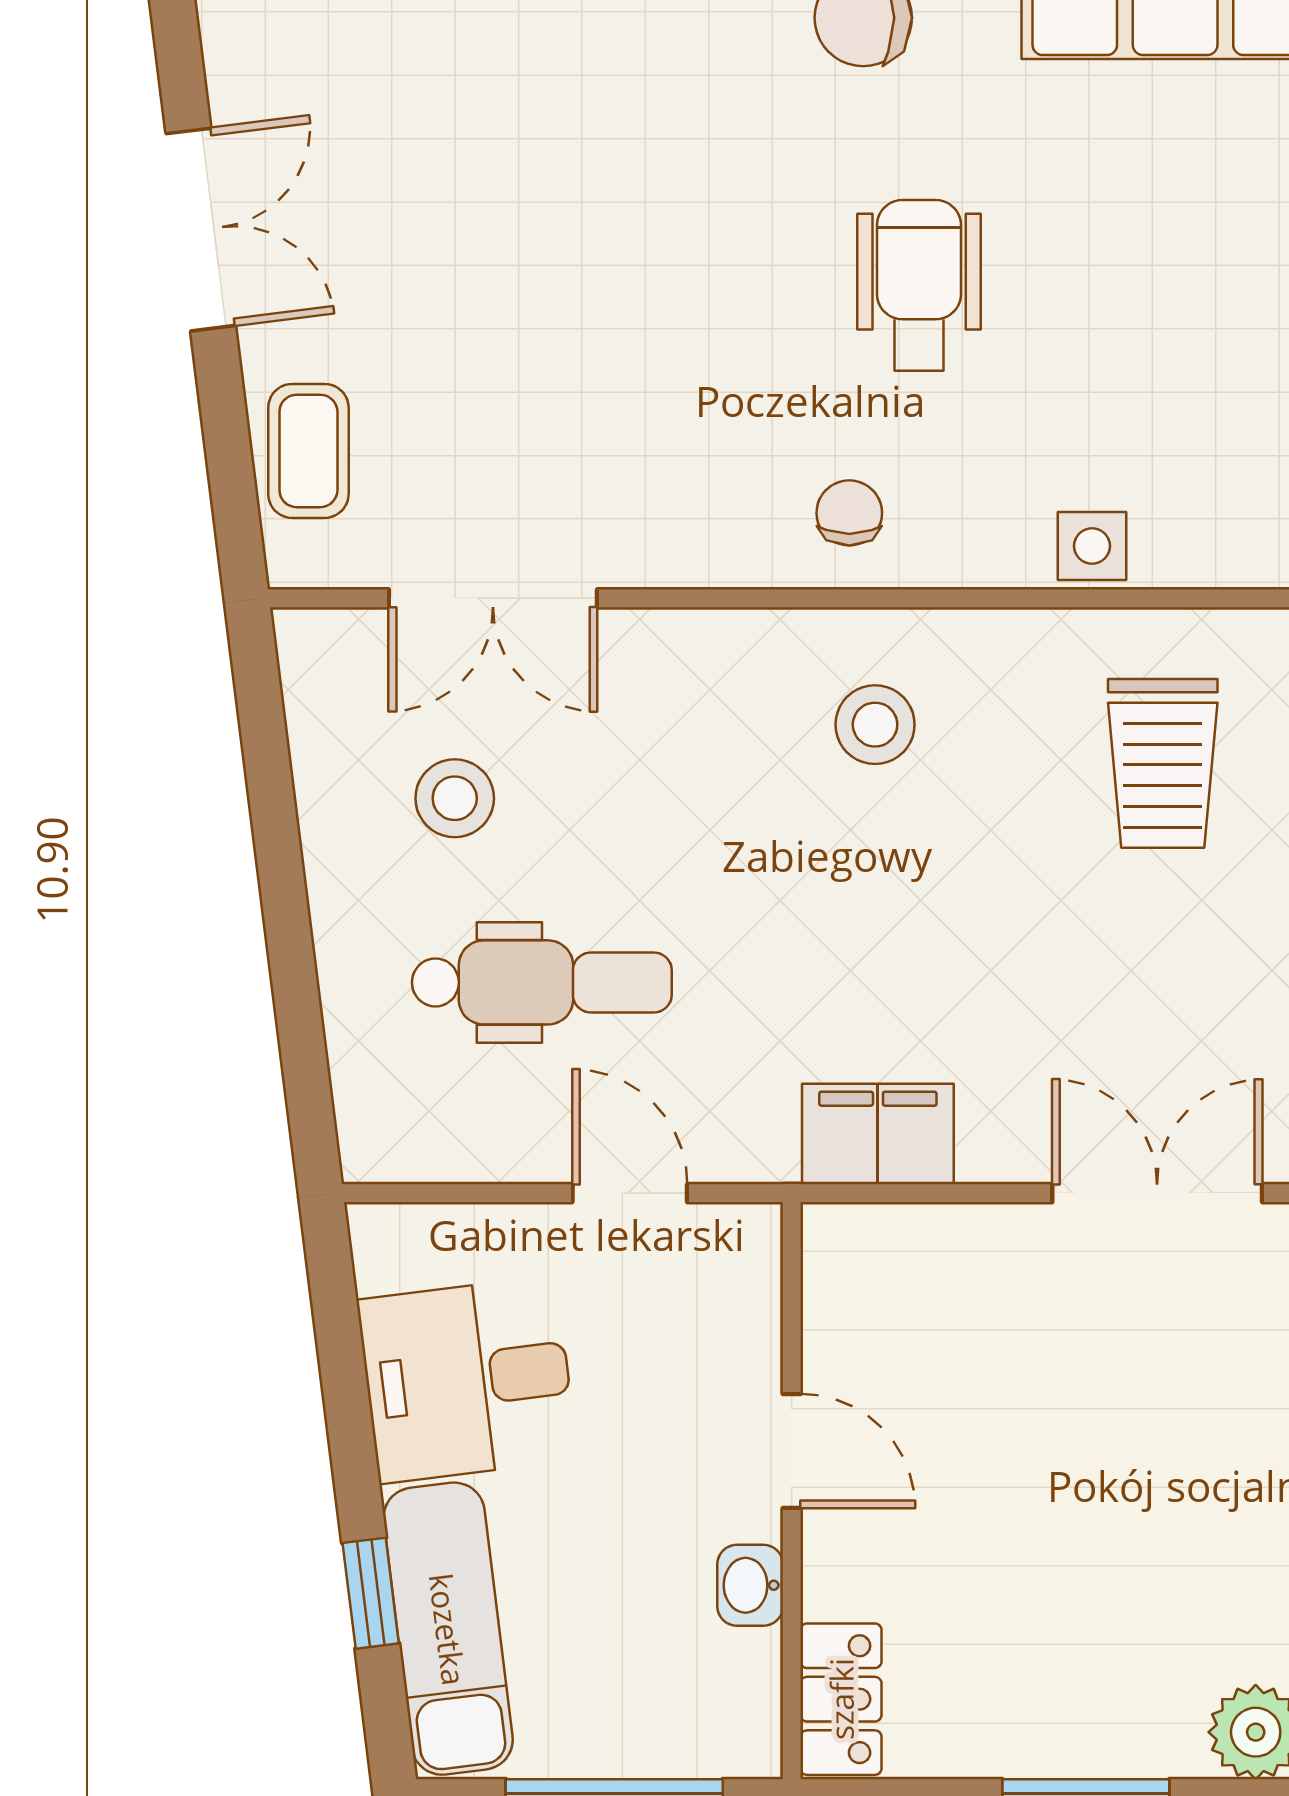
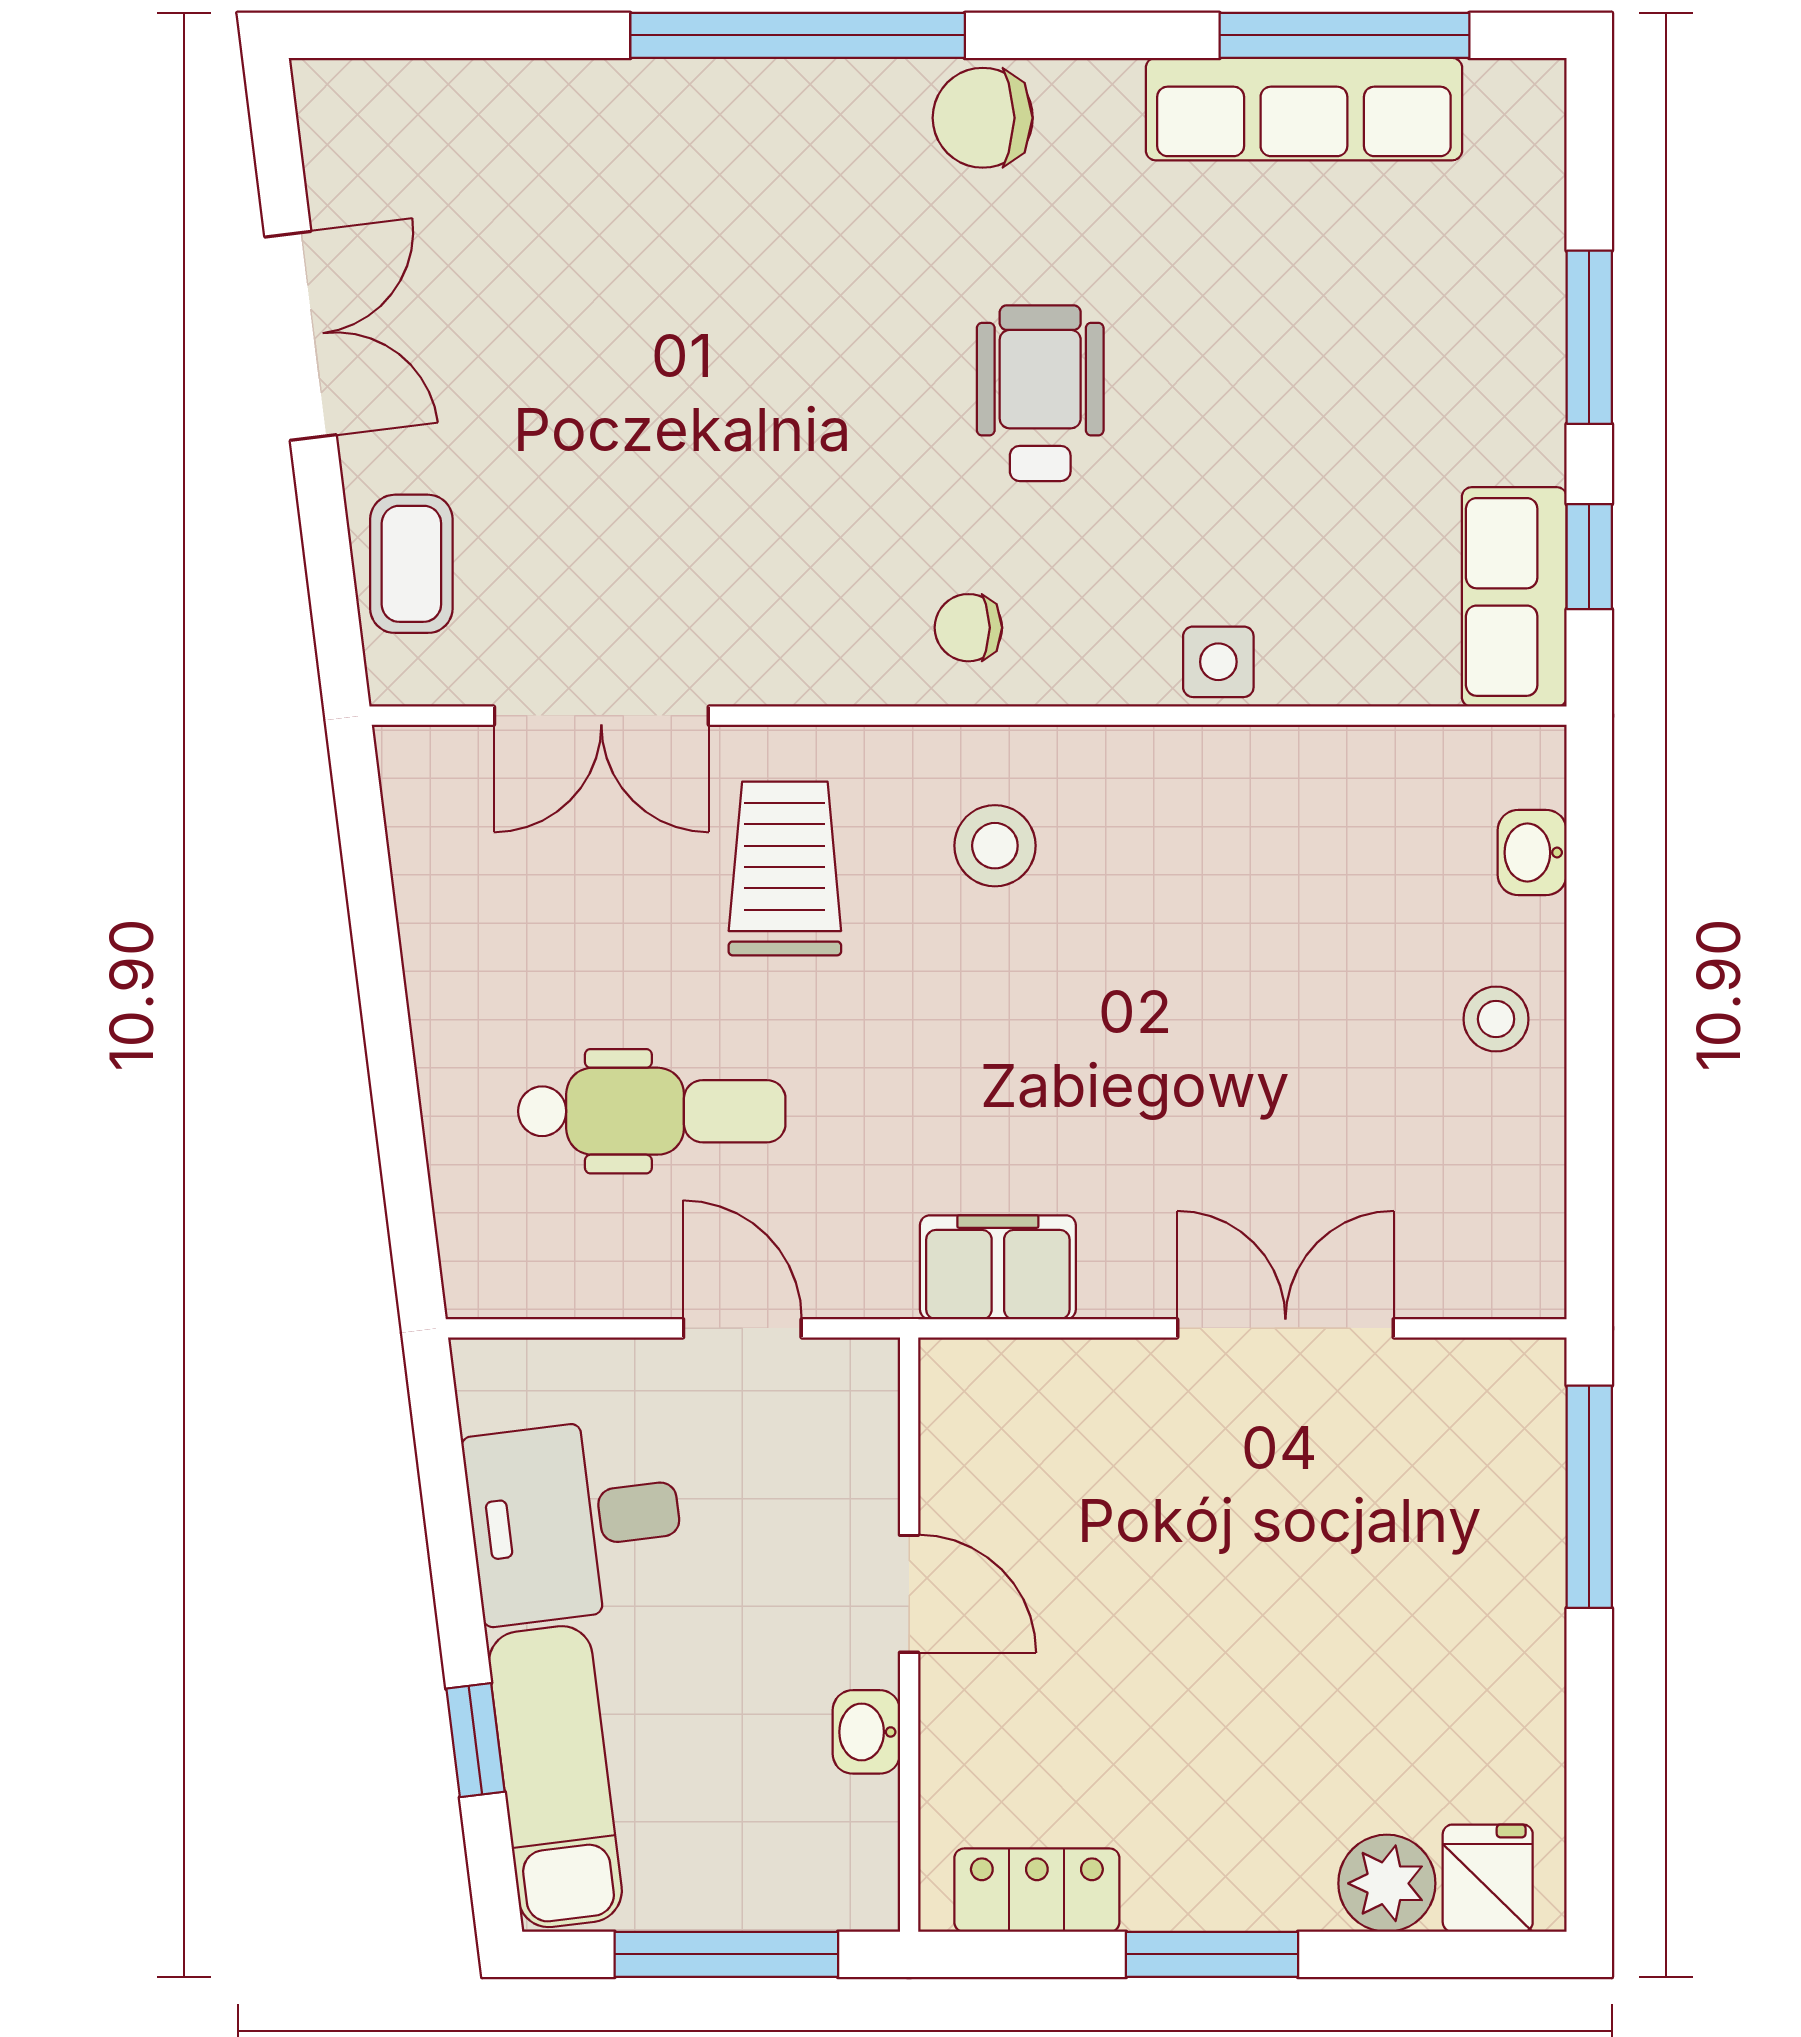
chair: (849, 513) -> (968, 628), turned -90
trolley: (1163, 763) -> (785, 869), moved, turned 180
stool: (455, 798) -> (562, 922), removed
locker: (841, 1699) -> (1037, 1890), moved, turned -90

